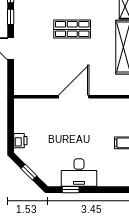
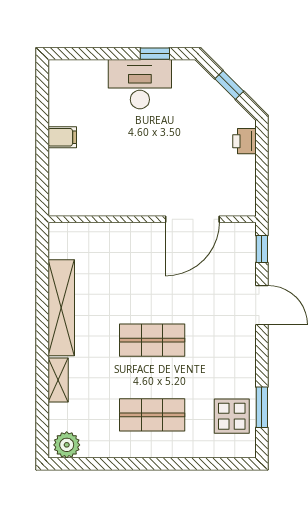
window: (11, 17) -> (262, 249), moved
door: (74, 97) -> (192, 219), moved

